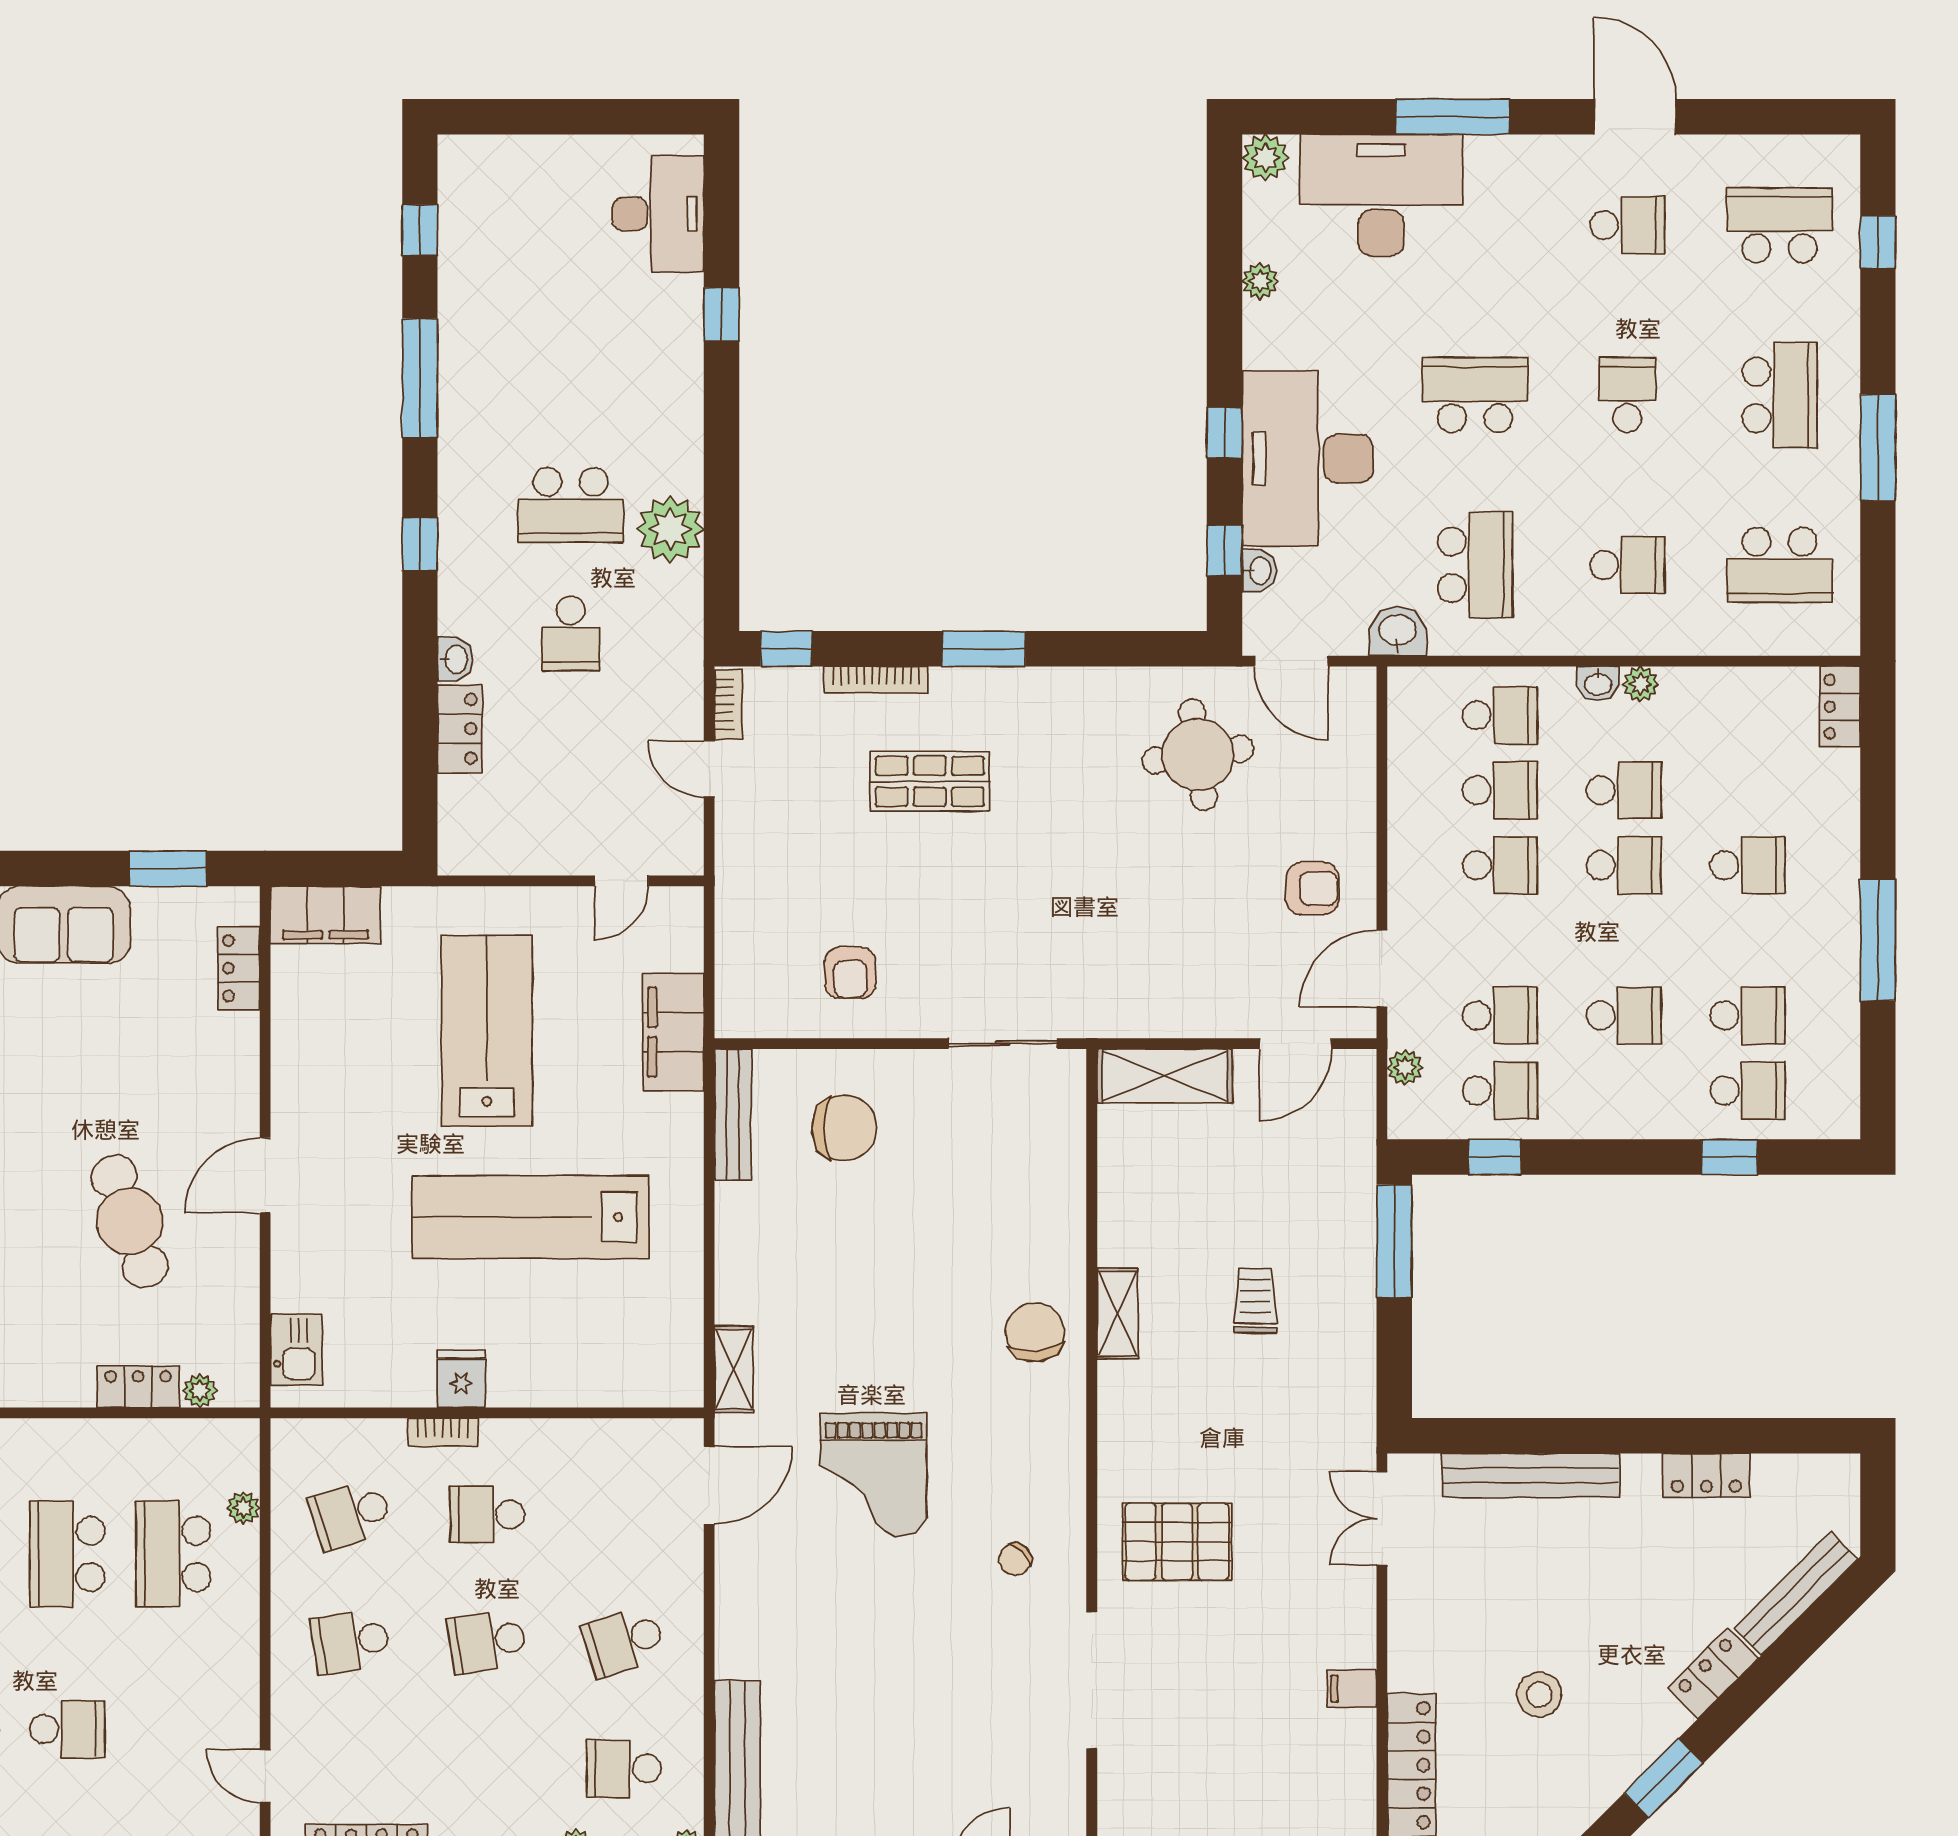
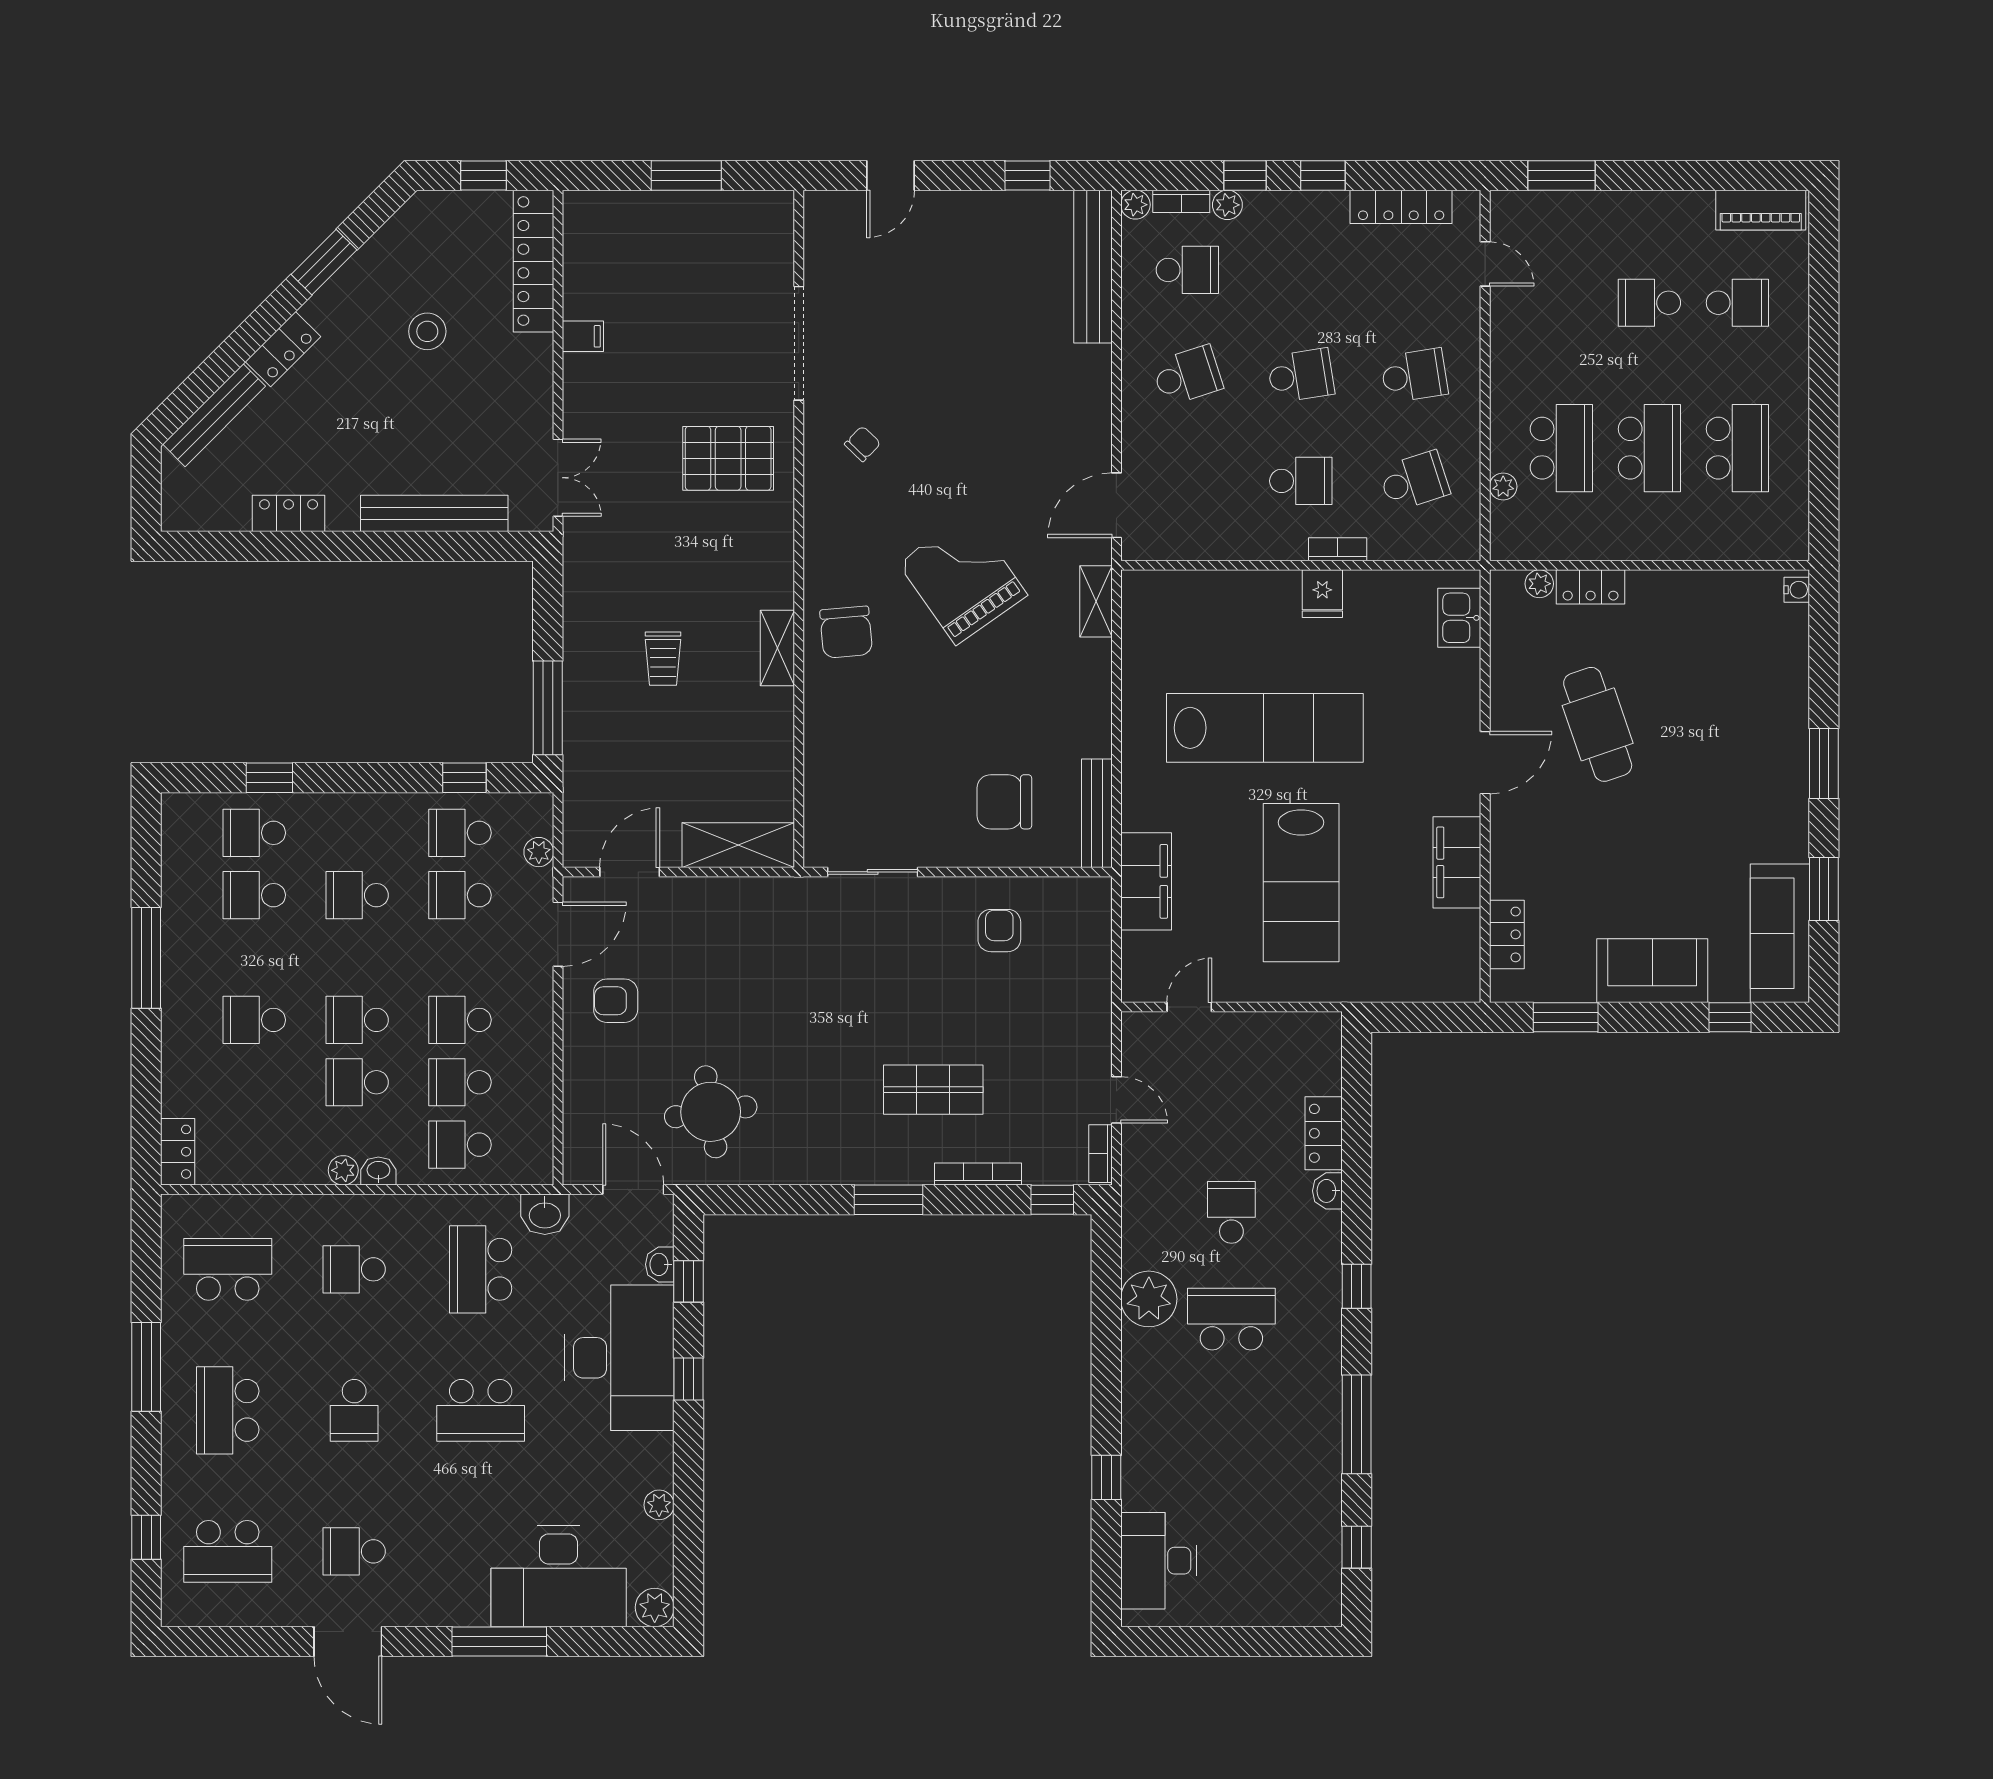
filing cabinet: (326, 915) -> (1457, 862), moved, turned -90
grand piano: (873, 1475) -> (963, 579), moved, turned -35

